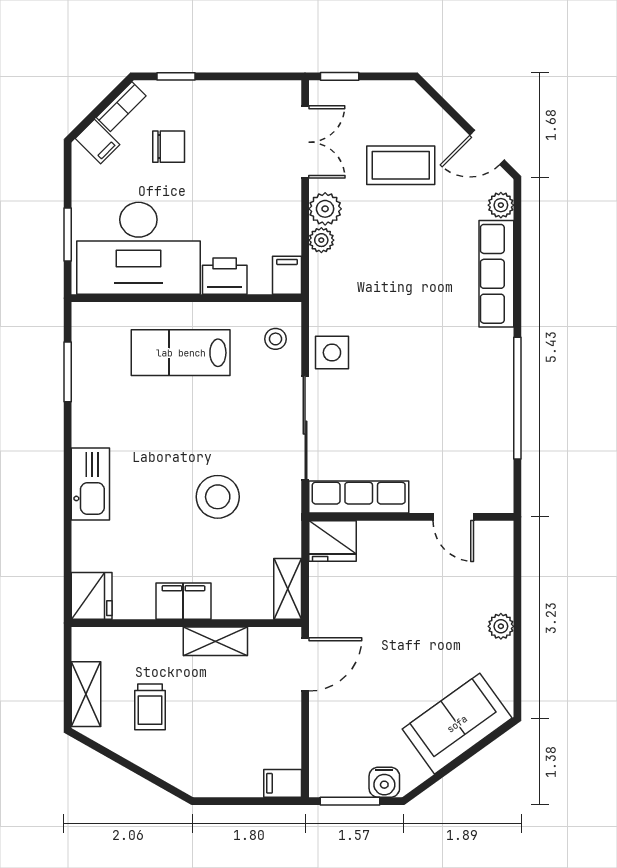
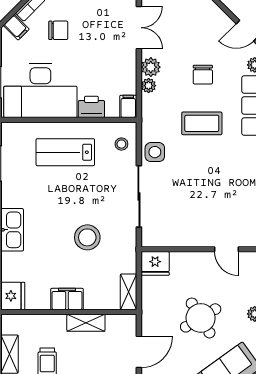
coffee table: (401, 165) -> (202, 123), moved
chair: (413, 222) -> (203, 75), added
row of seats: (359, 497) -> (171, 237), removed
round table: (409, 633) -> (201, 318), added
door: (305, 664) -> (139, 352), moved

